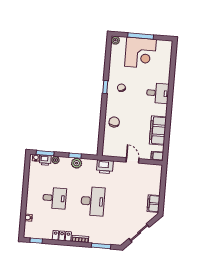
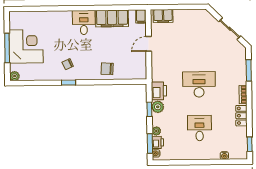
desk: (158, 93) -> (84, 23), moved
printer: (105, 167) -> (159, 91), moved
filing cabinet: (153, 204) -> (163, 16), moved

